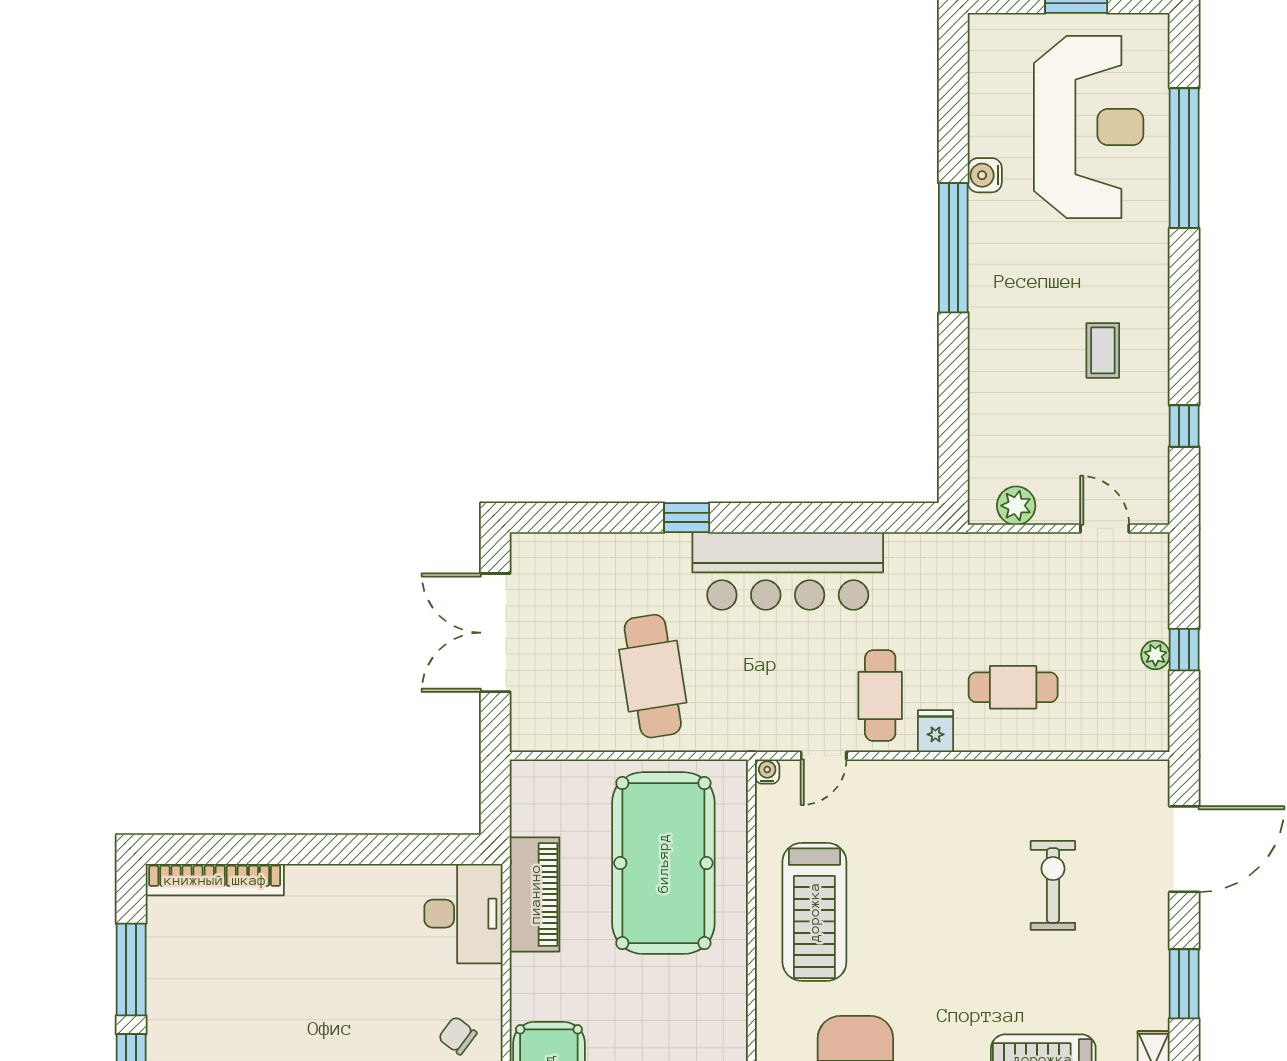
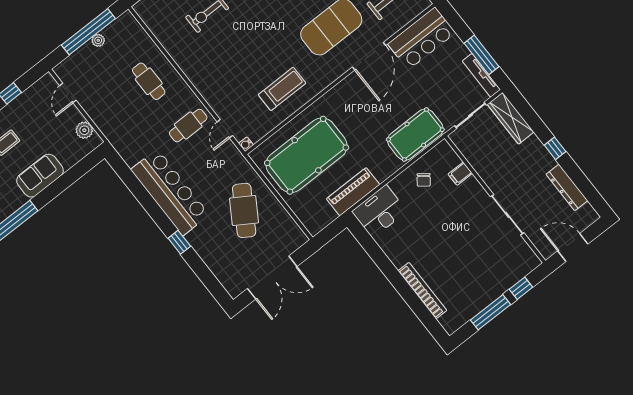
sofa: (998, 364) -> (40, 176), added
window: (1184, 650) -> (88, 32), width x3.17
cafe table: (653, 676) -> (244, 210), turned -49
fridge: (935, 731) -> (185, 96), removed
door: (824, 756) -> (225, 129), swing flipped
bookcase: (215, 880) -> (422, 291), moved
treadmill: (814, 912) -> (282, 89), width x0.73, depth x0.73

